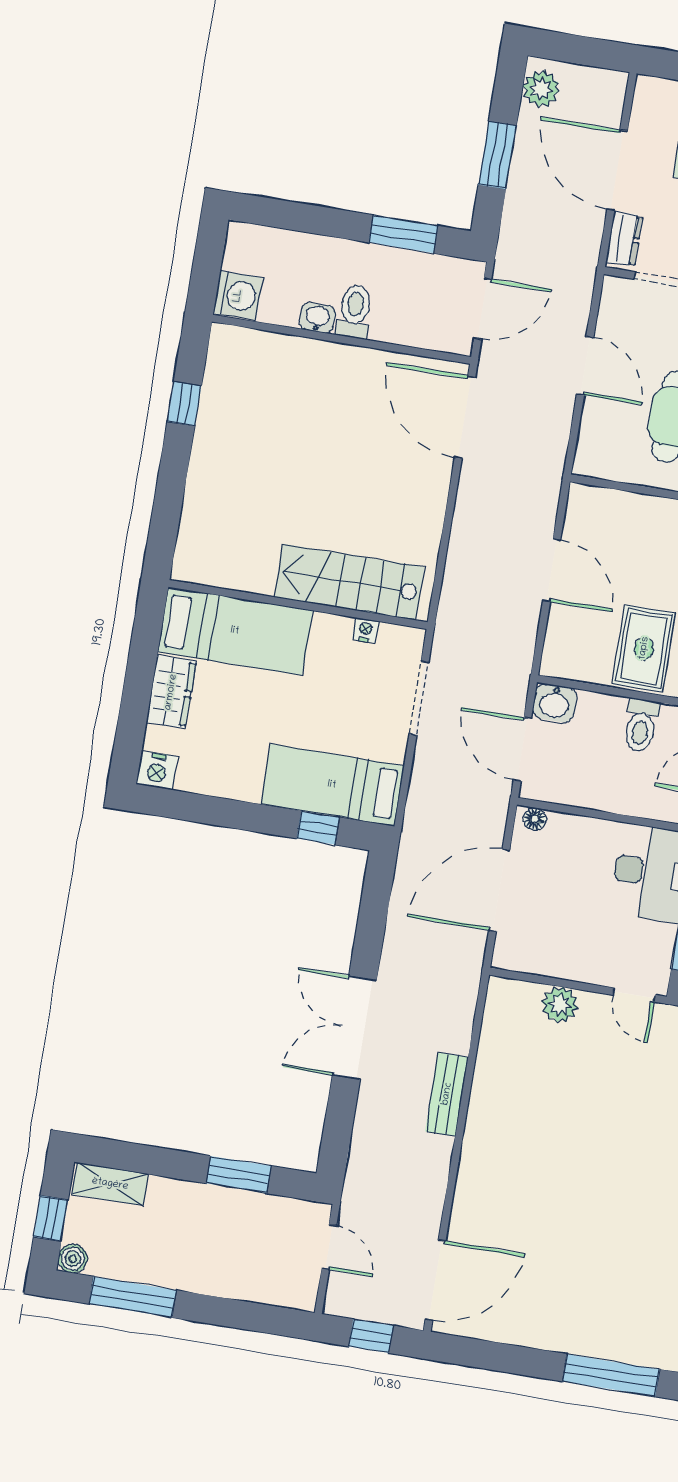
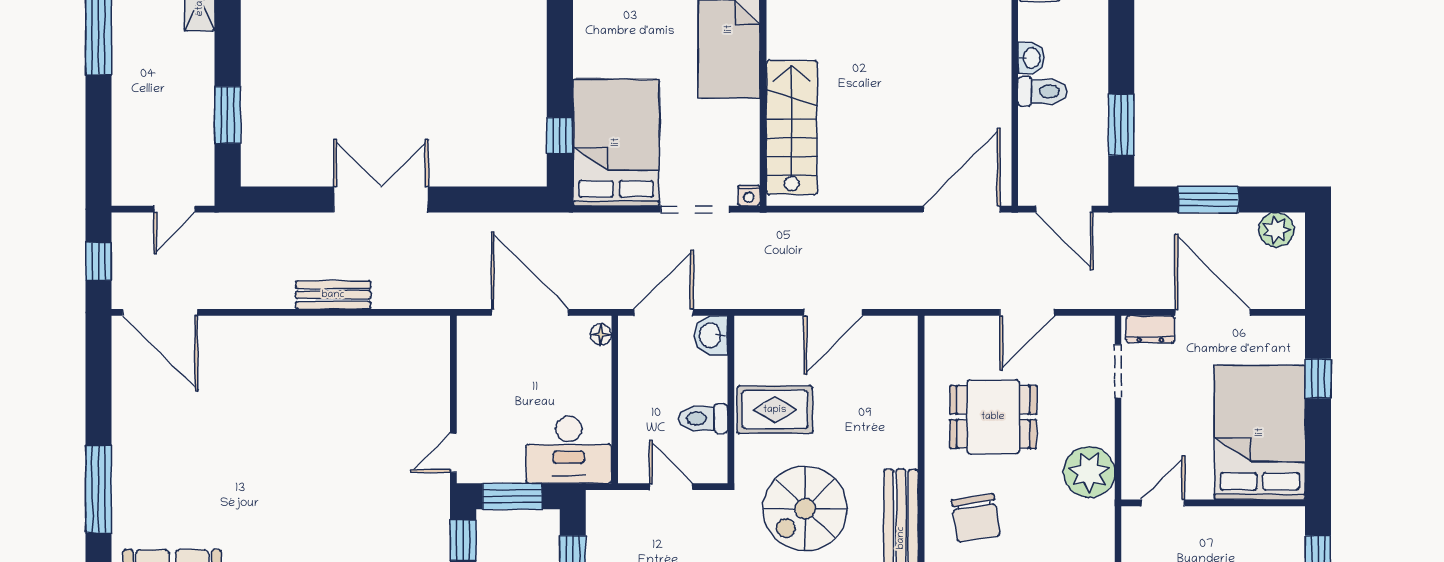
door: (617, 170) -> (1213, 312), hinge flipped
nightstand: (365, 630) -> (749, 196), moved, turned 90
bed: (332, 785) -> (616, 142), width x1.50
plant: (560, 1005) -> (433, 386), removed

